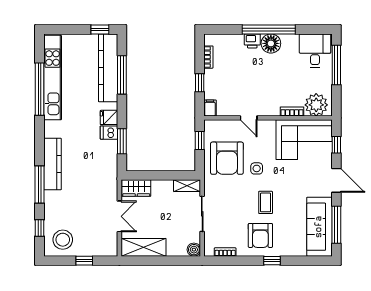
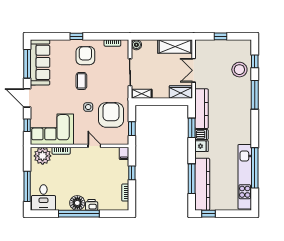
kitchen counter: (52, 164) -> (202, 109), moved, turned 180
stool: (63, 240) -> (239, 70), moved

